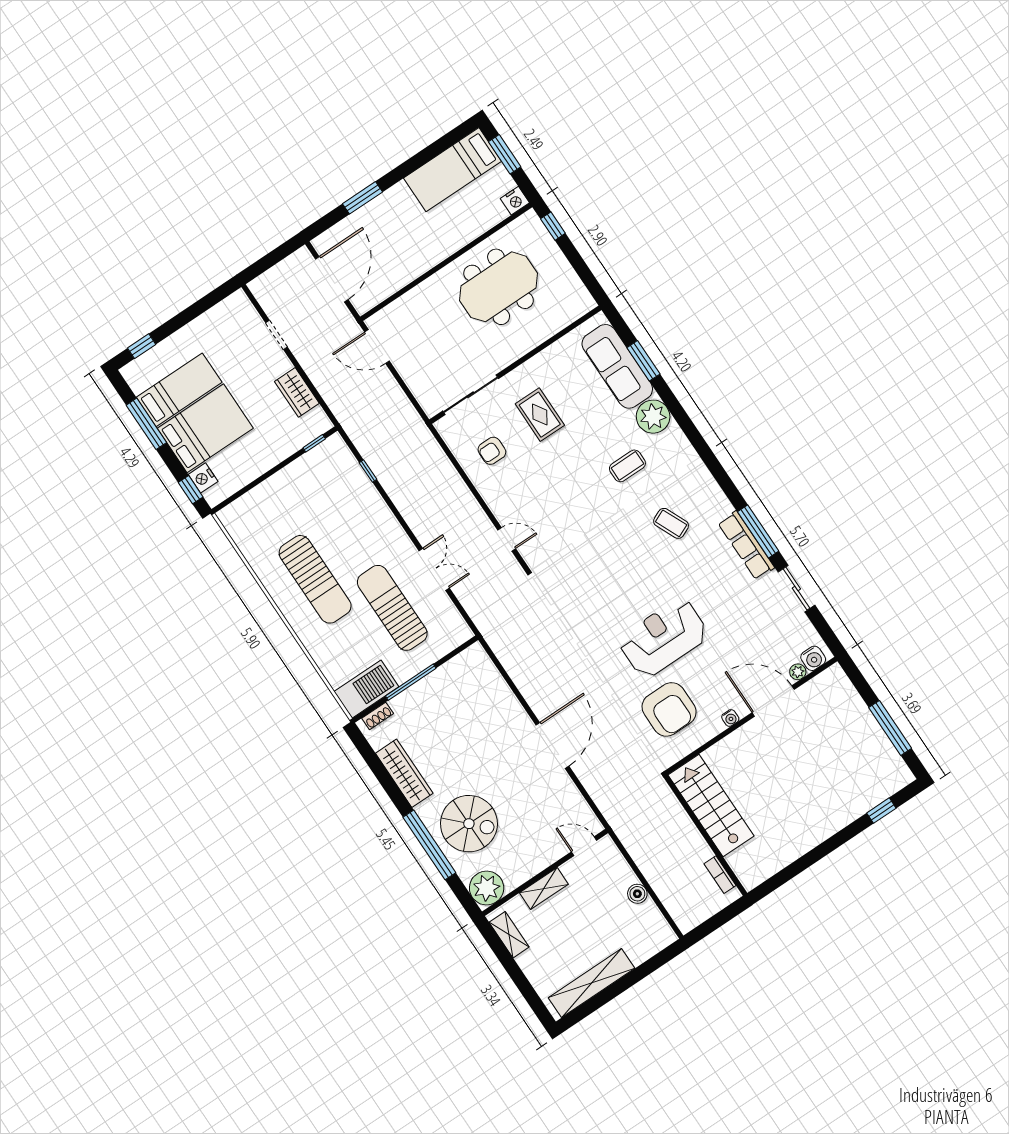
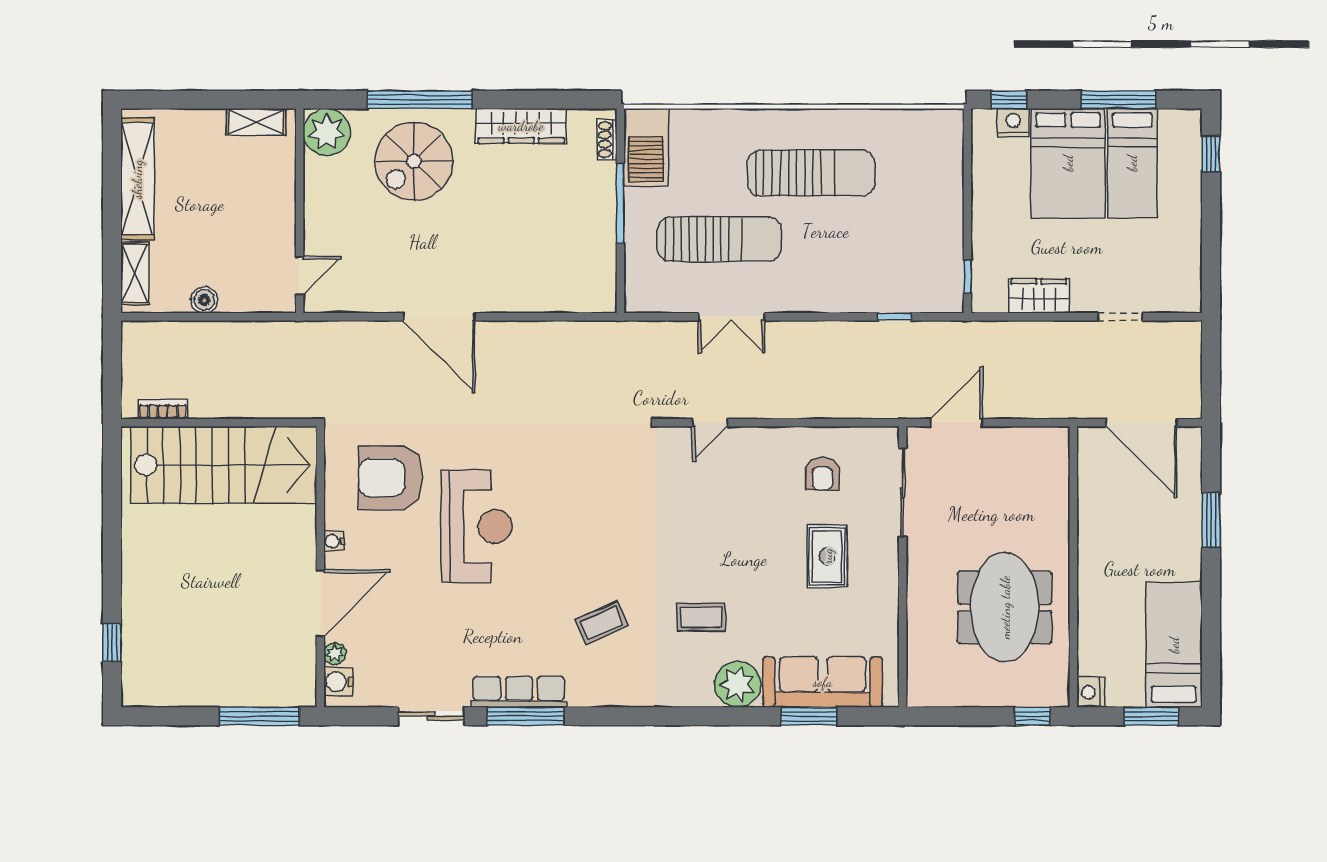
door: (377, 347) -> (957, 423), moved
rug: (540, 415) -> (827, 556), turned 90
armchair: (492, 451) -> (822, 474), turned 180
coffee table: (627, 466) -> (701, 617), turned 90
sun lounger: (315, 579) -> (811, 173), turned 180
window: (890, 728) -> (259, 716), moved
stairs: (711, 806) -> (224, 465), width x1.36, depth x1.51
shelving: (544, 889) -> (135, 273), moved

